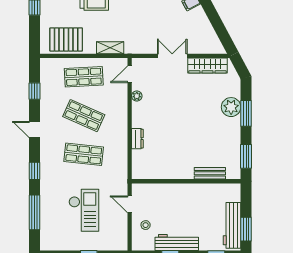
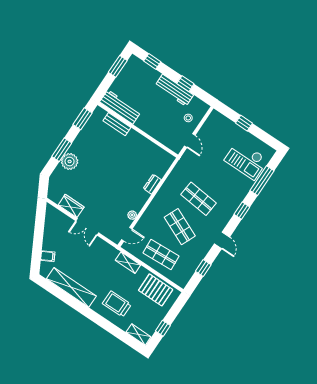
wardrobe: (208, 66) -> (71, 206), width x0.67
checkout: (84, 210) -> (246, 160), moved, turned -90
workbench: (232, 225) -> (120, 107), moved, turned -90

